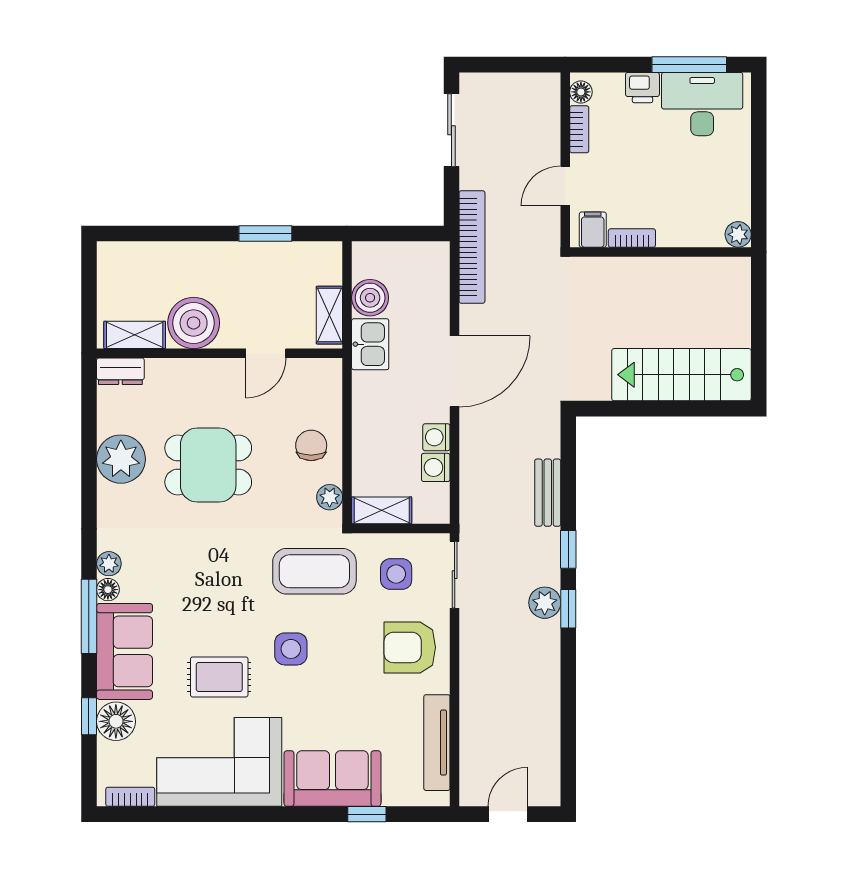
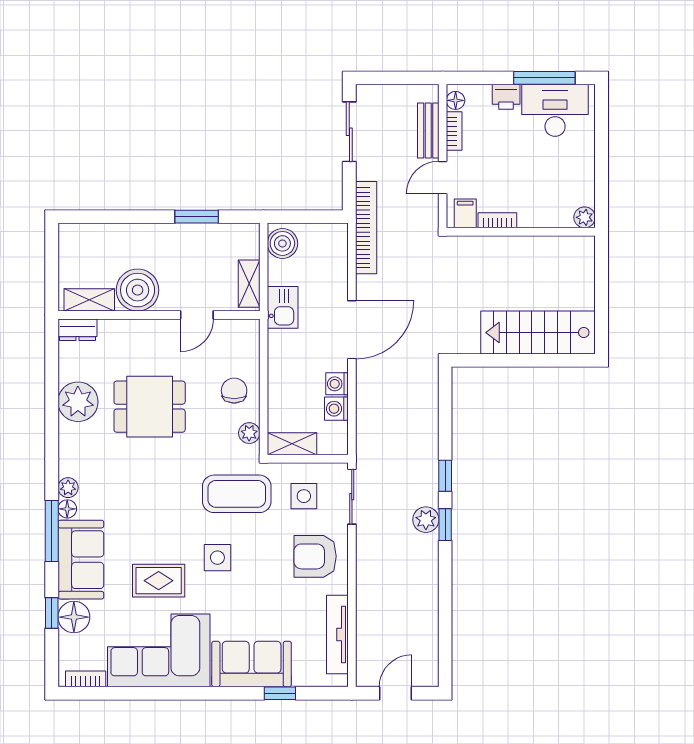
boiler: (370, 298) -> (282, 243), moved
bench: (548, 493) -> (428, 130), moved

